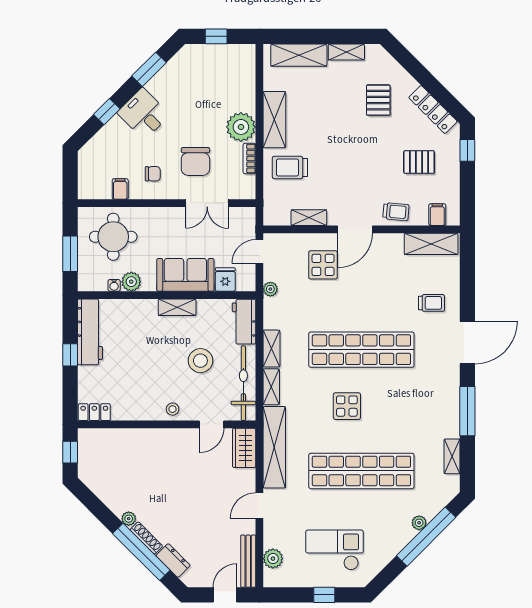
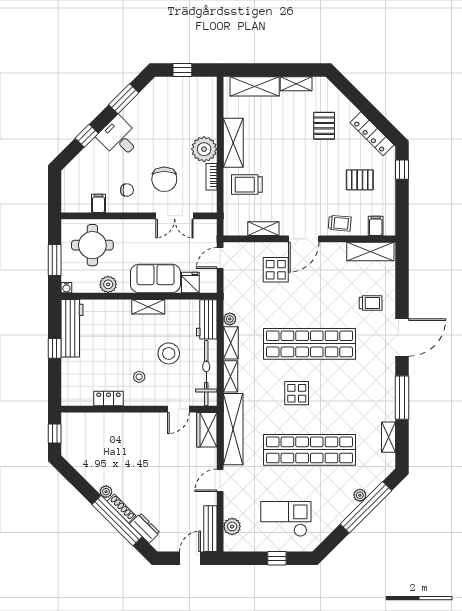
water cooler: (114, 285) -> (66, 288), moved
plant: (270, 289) -> (230, 319), moved
stool: (173, 409) -> (139, 377), moved
locker: (94, 412) -> (108, 398), moved

